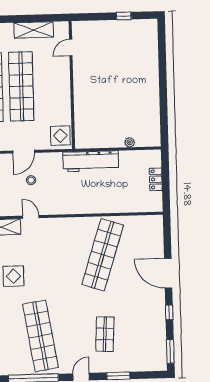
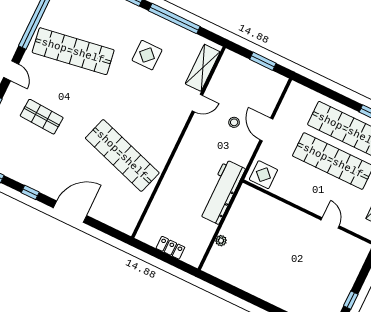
door: (71, 48) -> (330, 223), moved

